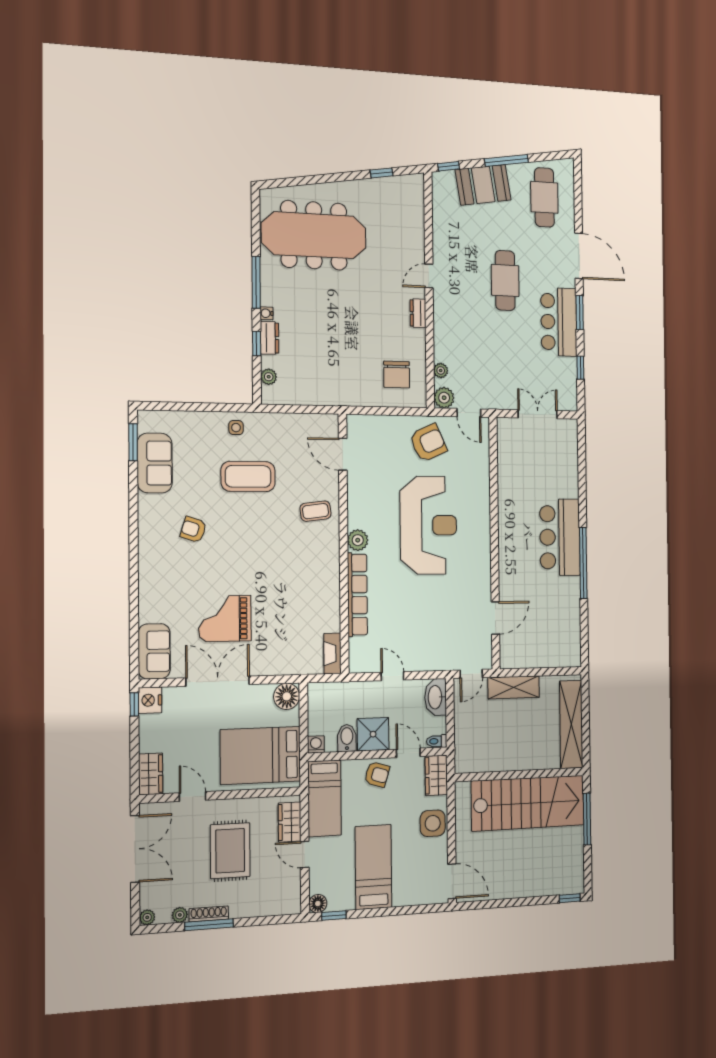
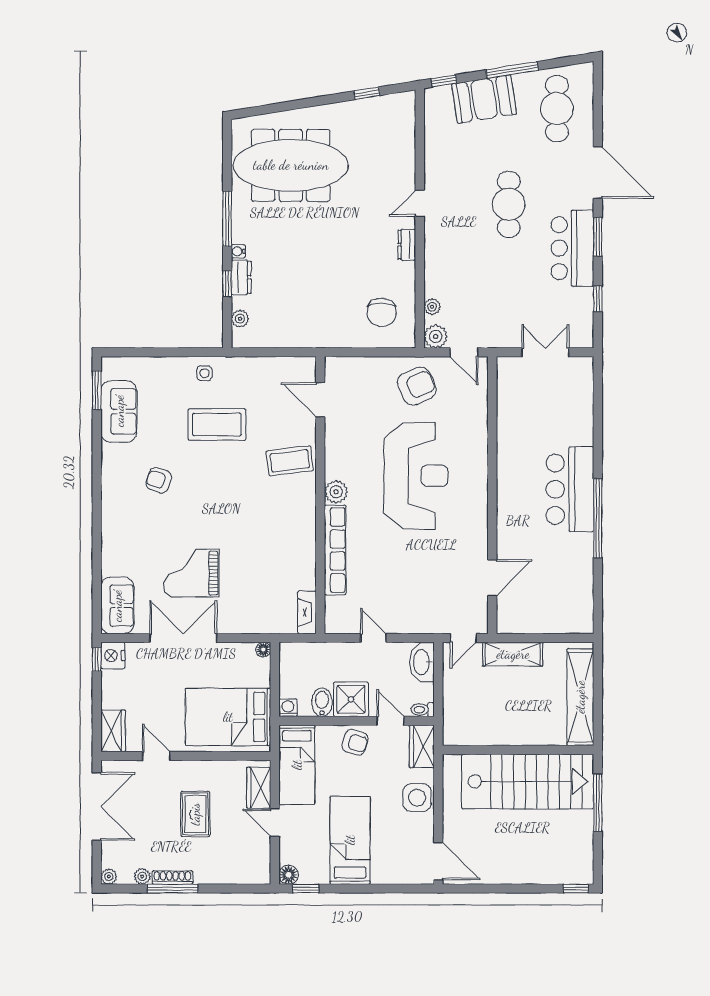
coffee table: (315, 511) -> (290, 461), width x1.36, depth x1.30
floor lamp: (287, 696) -> (263, 650), width x0.53, depth x0.53
rug: (230, 851) -> (195, 814), width x0.73, depth x0.70

